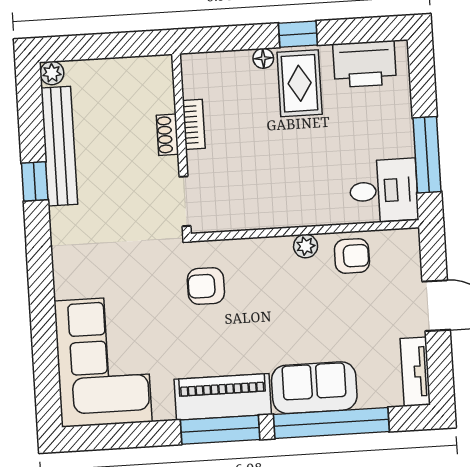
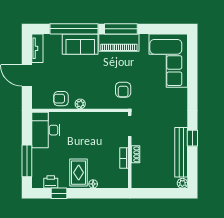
window: (298, 34) -> (59, 193), moved
printer: (365, 64) -> (51, 182), width x0.53, depth x0.68
window: (427, 155) -> (27, 161), moved
desk: (384, 191) -> (46, 130), width x1.37
armchair: (206, 286) -> (123, 90), turned 90

